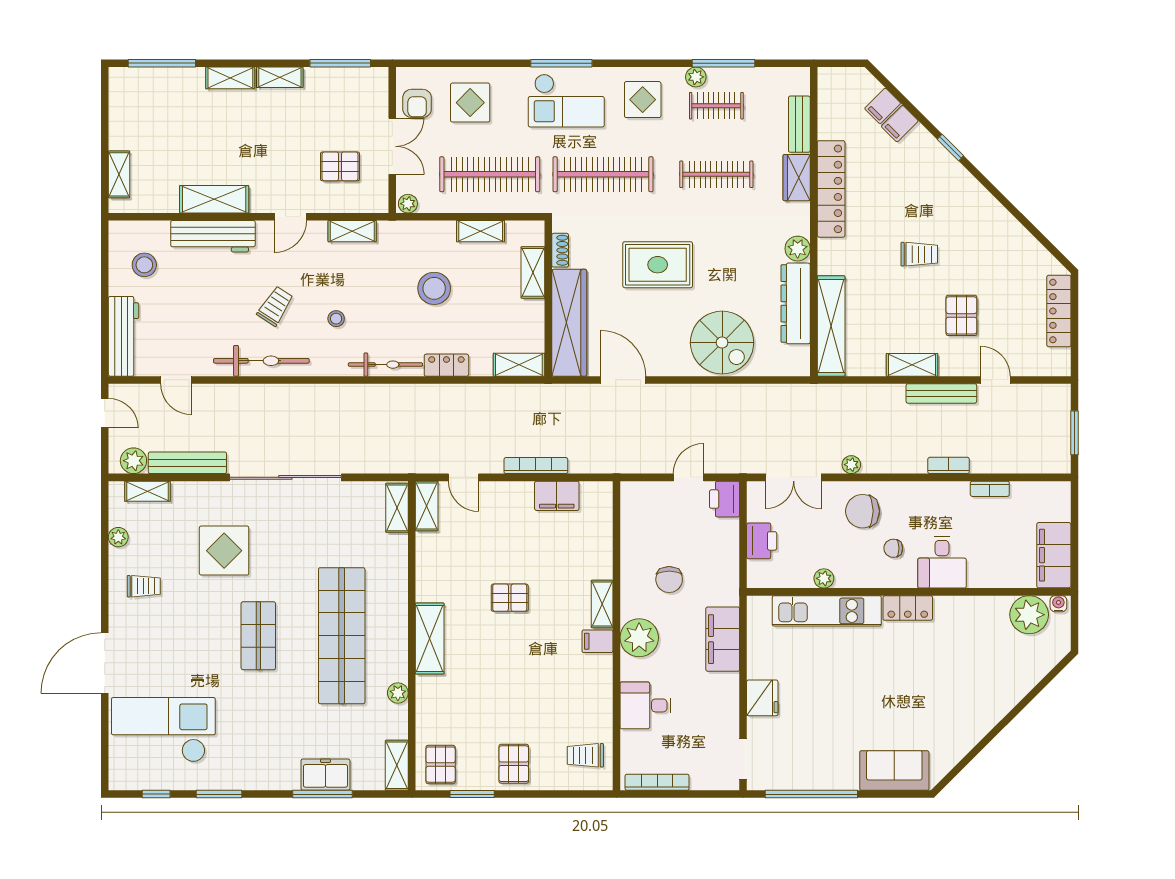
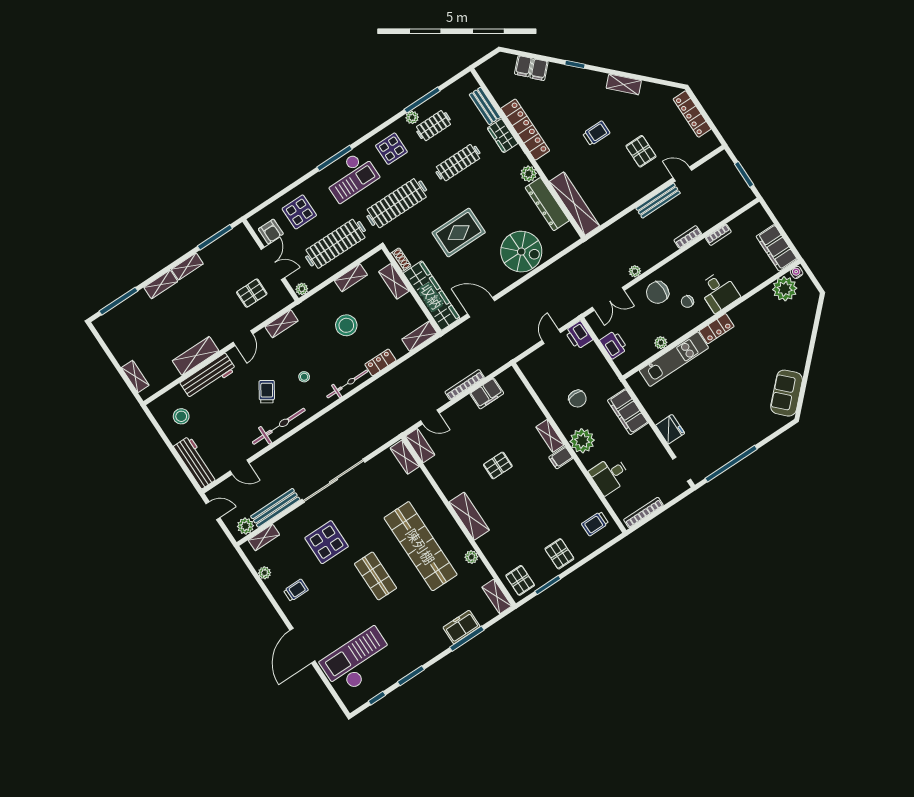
shelving: (912, 365) -> (624, 84), moved, turned 45
sofa: (894, 770) -> (787, 393), moved, turned -45

